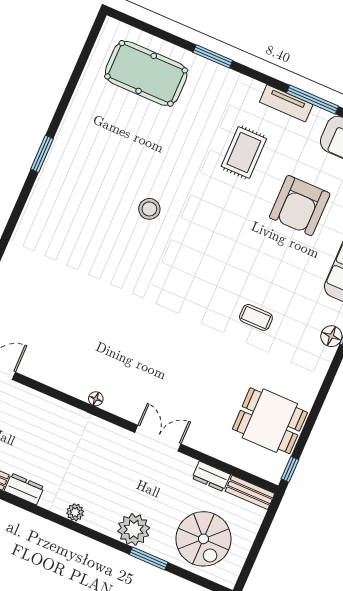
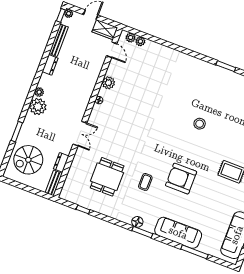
armchair: (300, 206) -> (181, 179), moved
plant: (63, 379) -> (108, 83), added
dining table: (270, 421) -> (107, 177), moved
window: (290, 469) -> (83, 210), moved
plant: (134, 530) -> (38, 107), moved

